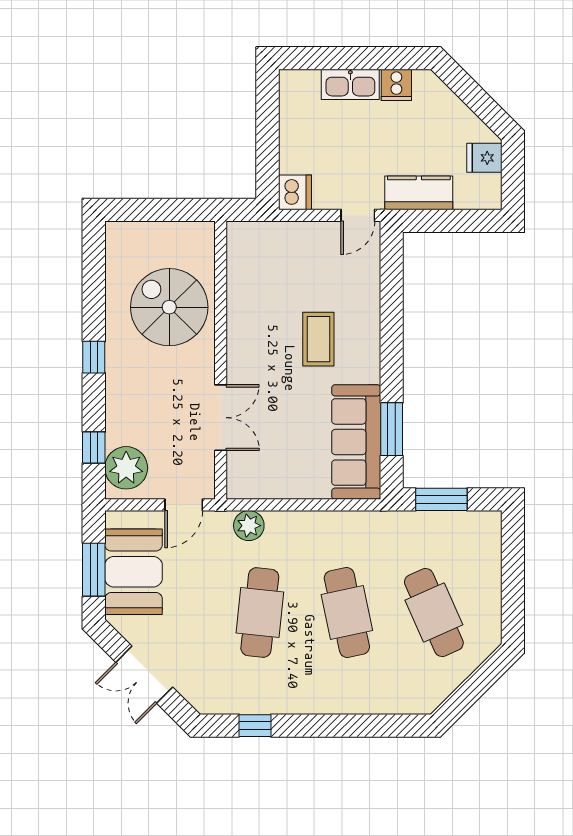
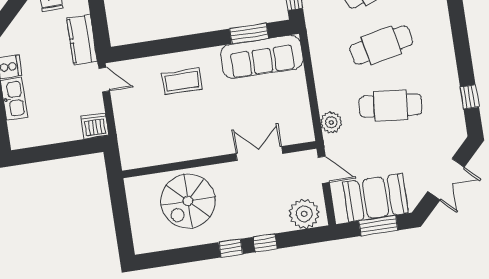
coffee table: (318, 339) -> (182, 81), moved
window: (94, 448) -> (265, 243), moved

